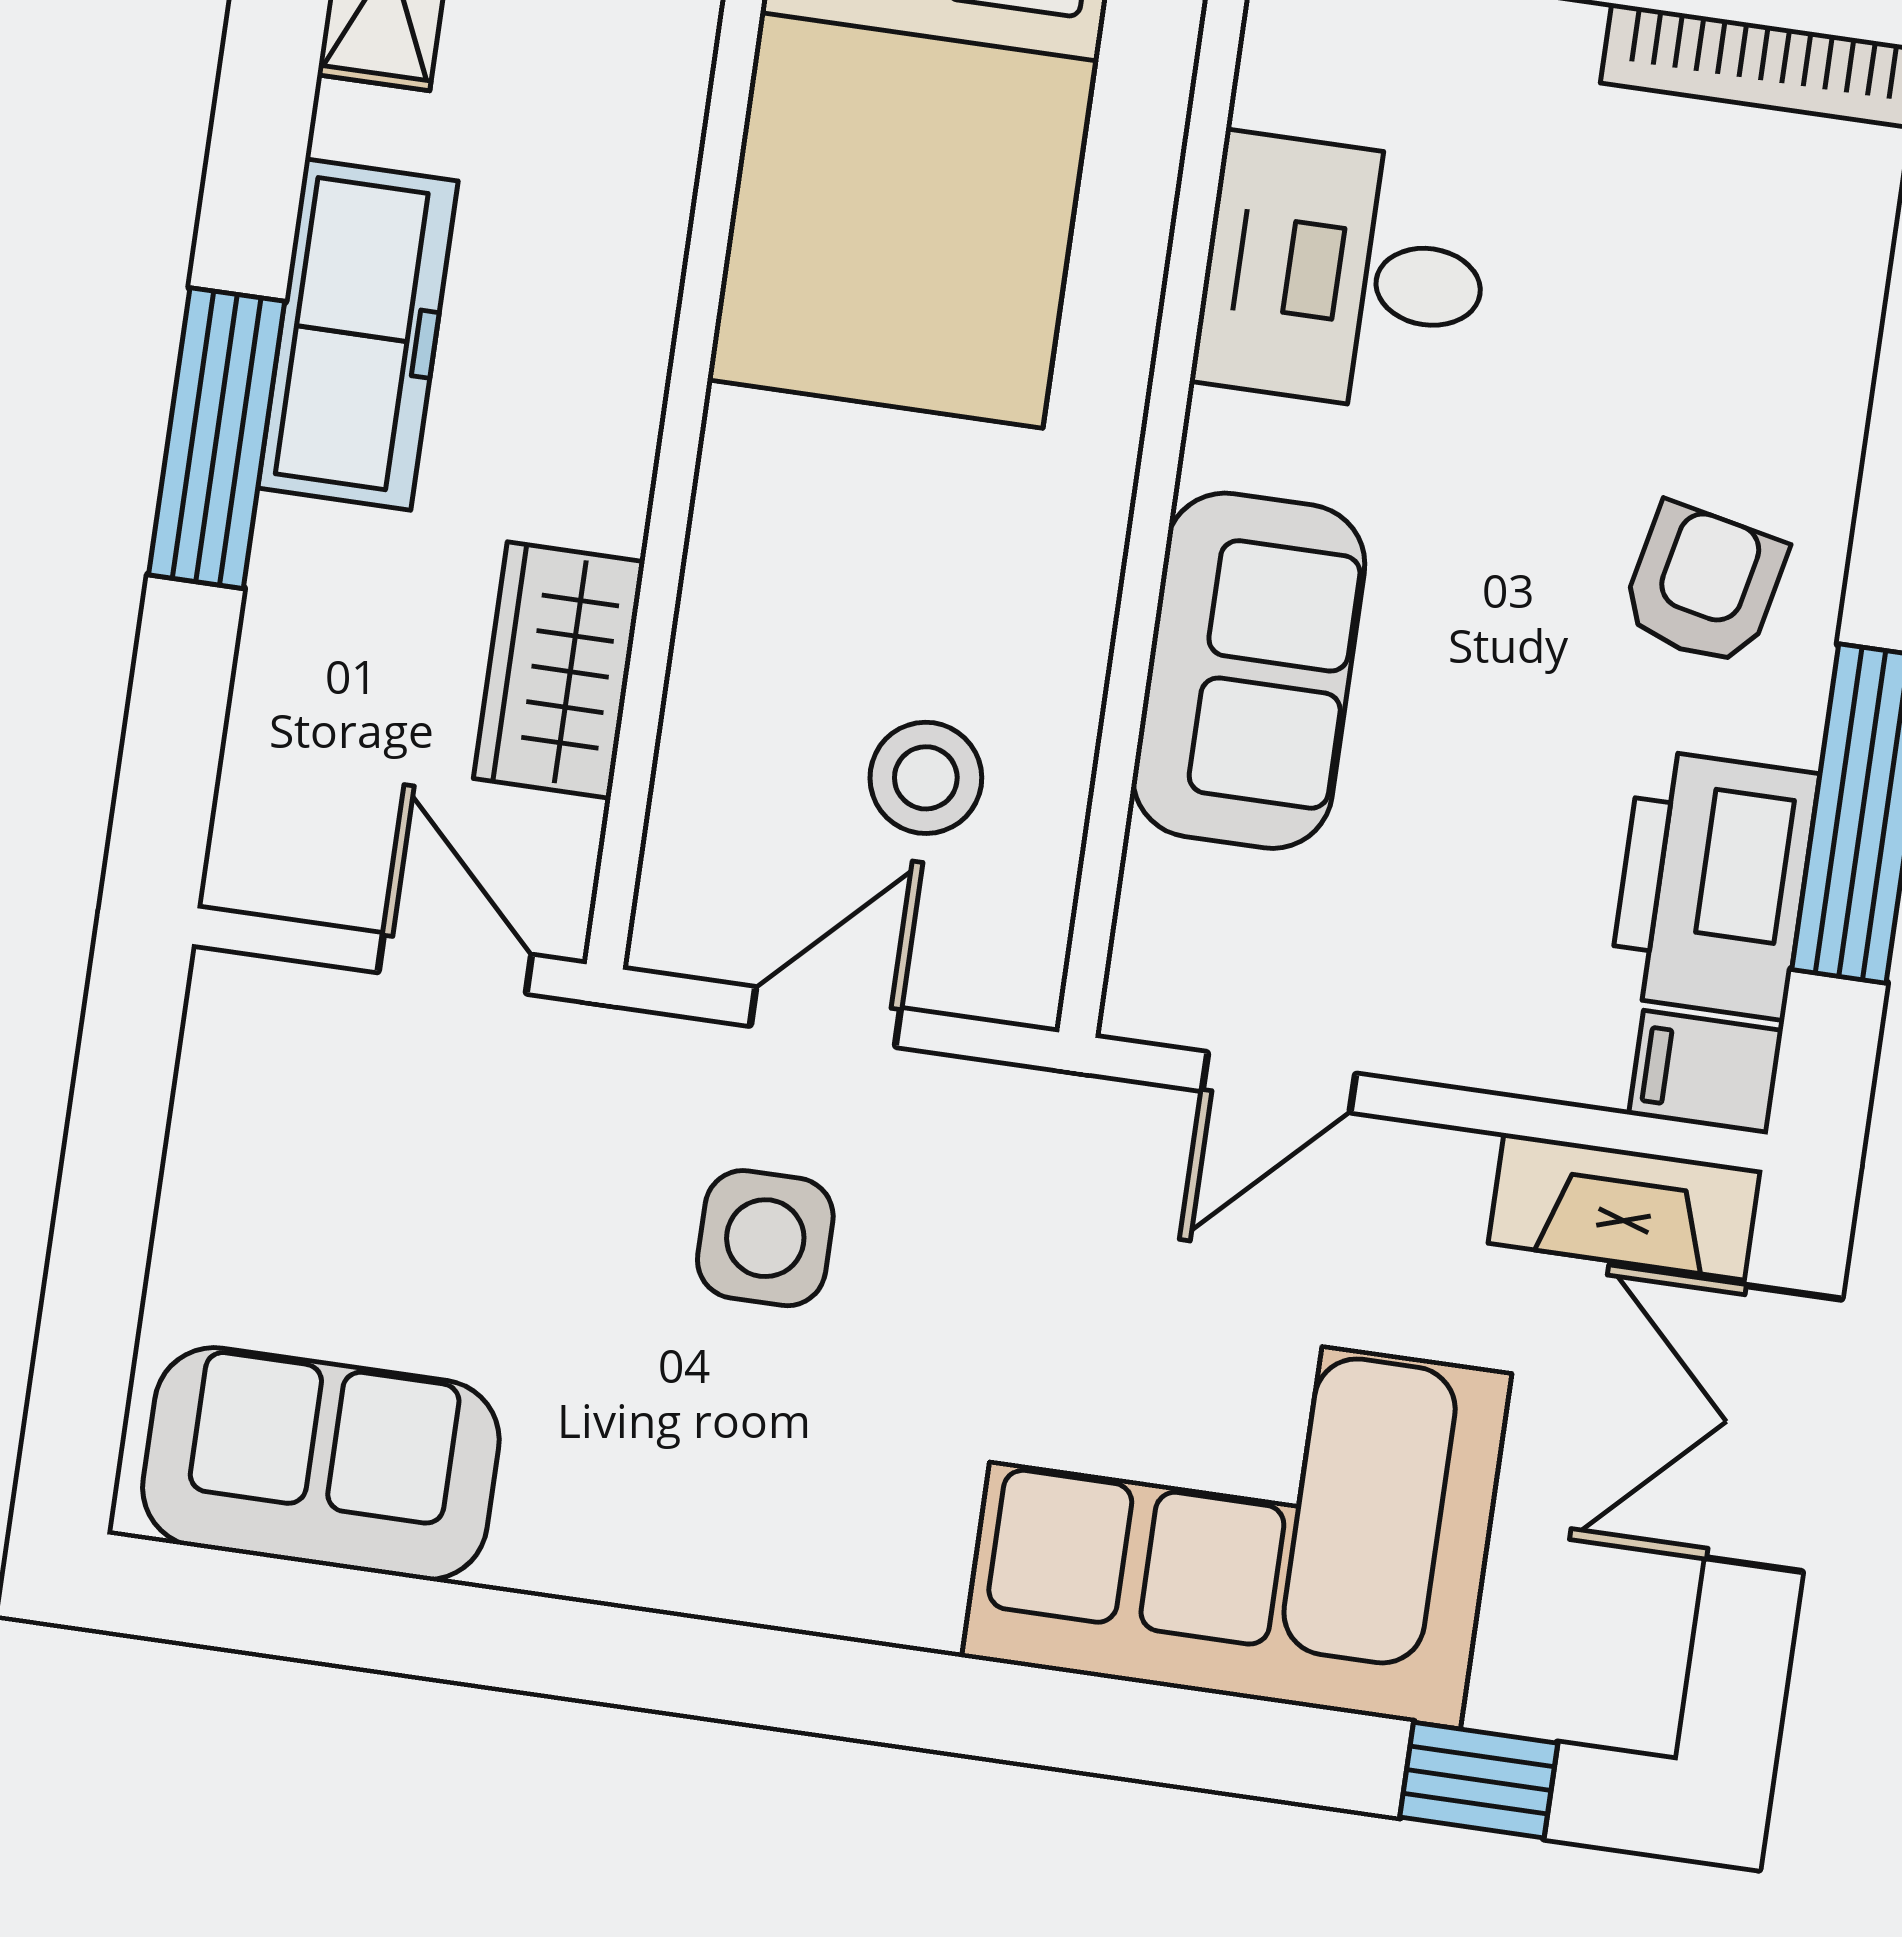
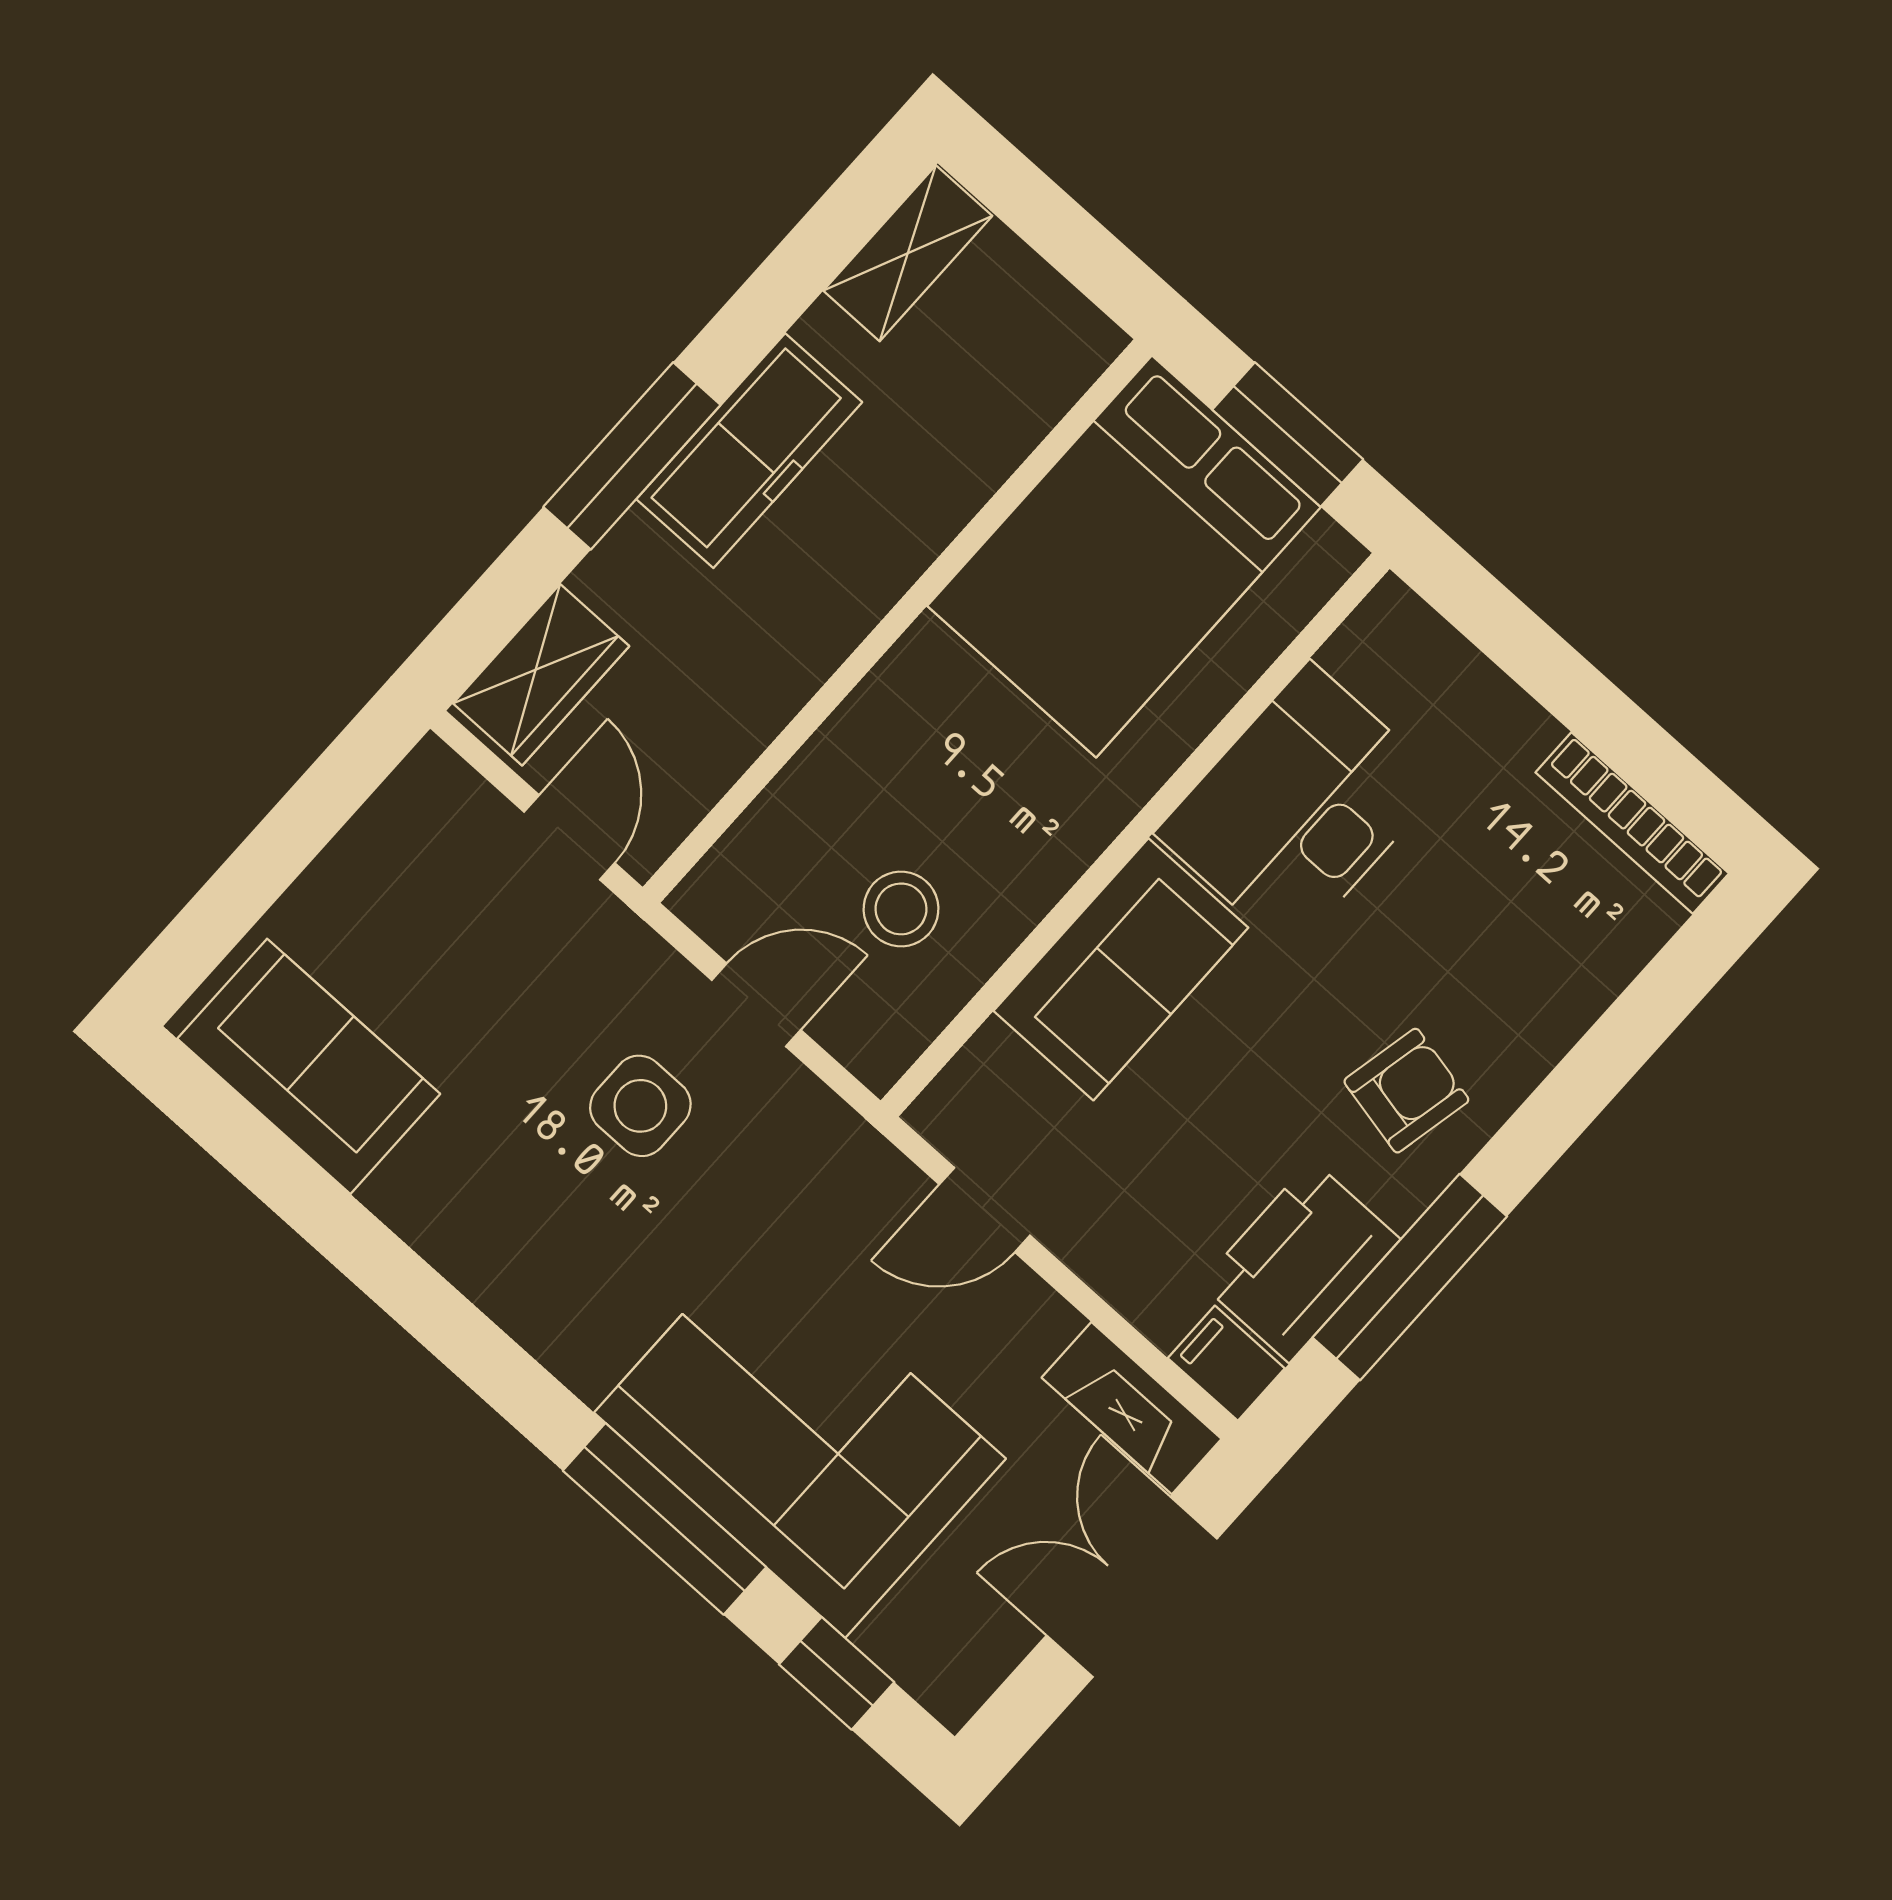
desk: (1344, 275) -> (1300, 808), width x1.37
wardrobe: (559, 670) -> (541, 675), moved, turned 180
window: (1137, 1731) -> (664, 1519), added

